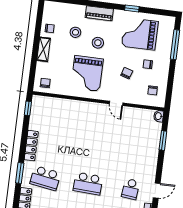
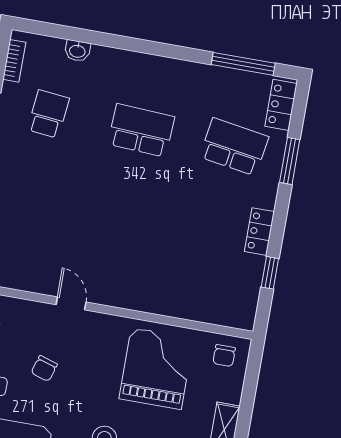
grand piano: (87, 73) -> (156, 368), moved
window: (28, 108) -> (270, 273), moved
locker: (31, 146) -> (259, 232), width x0.66

